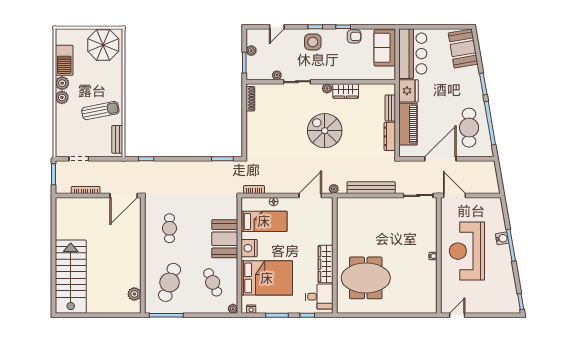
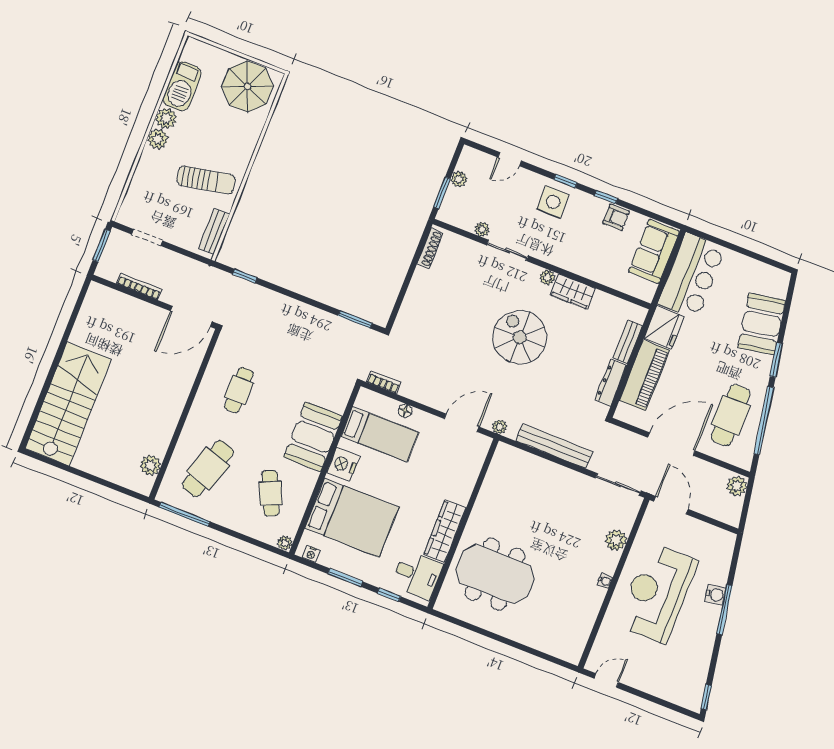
booth: (463, 49) -> (762, 324), moved
plant: (489, 168) -> (737, 486), added
plant: (430, 229) -> (616, 540), added

